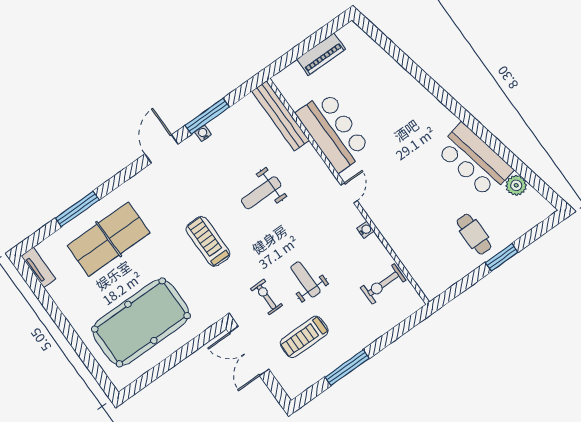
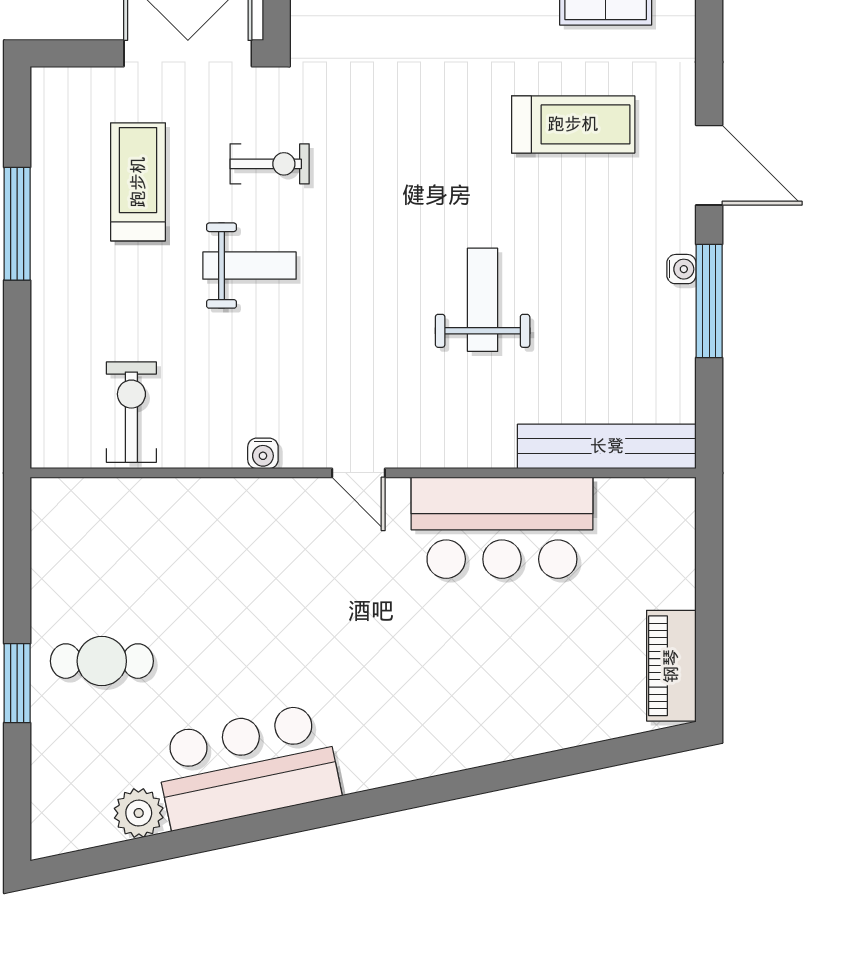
piano: (321, 54) -> (671, 666), moved
treadmill: (208, 241) -> (573, 124), moved

